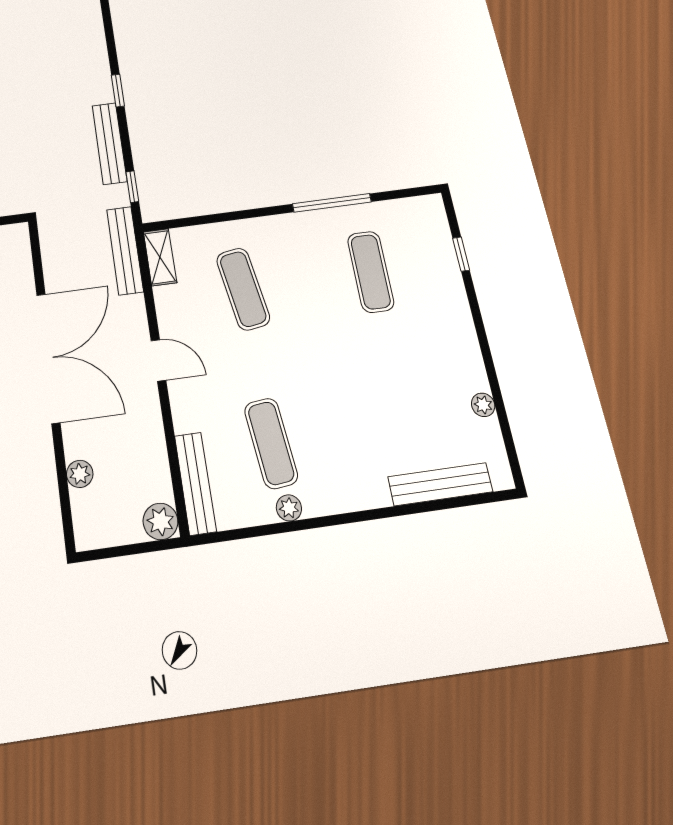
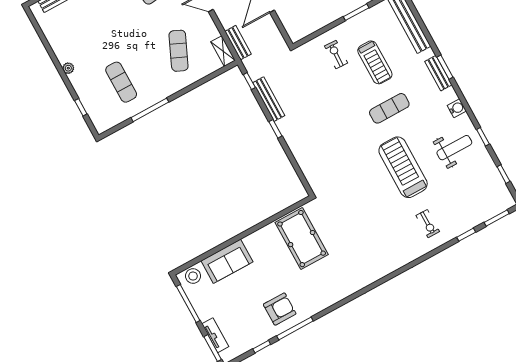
bench: (125, 250) -> (238, 43), width x0.73
exercise mat: (243, 289) -> (179, 51), turned 33
plant: (483, 405) -> (68, 68), moved

